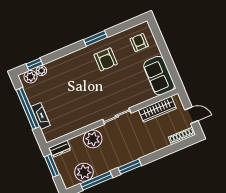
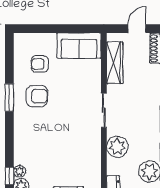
armchair: (139, 42) -> (40, 64), moved

